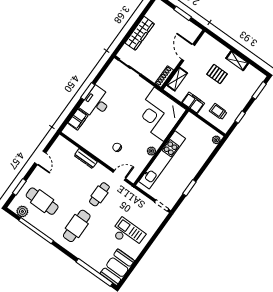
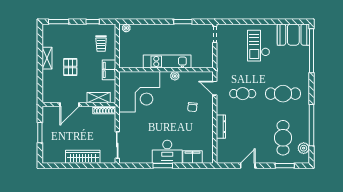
kitchen unit: (162, 160) -> (167, 61), width x0.73

